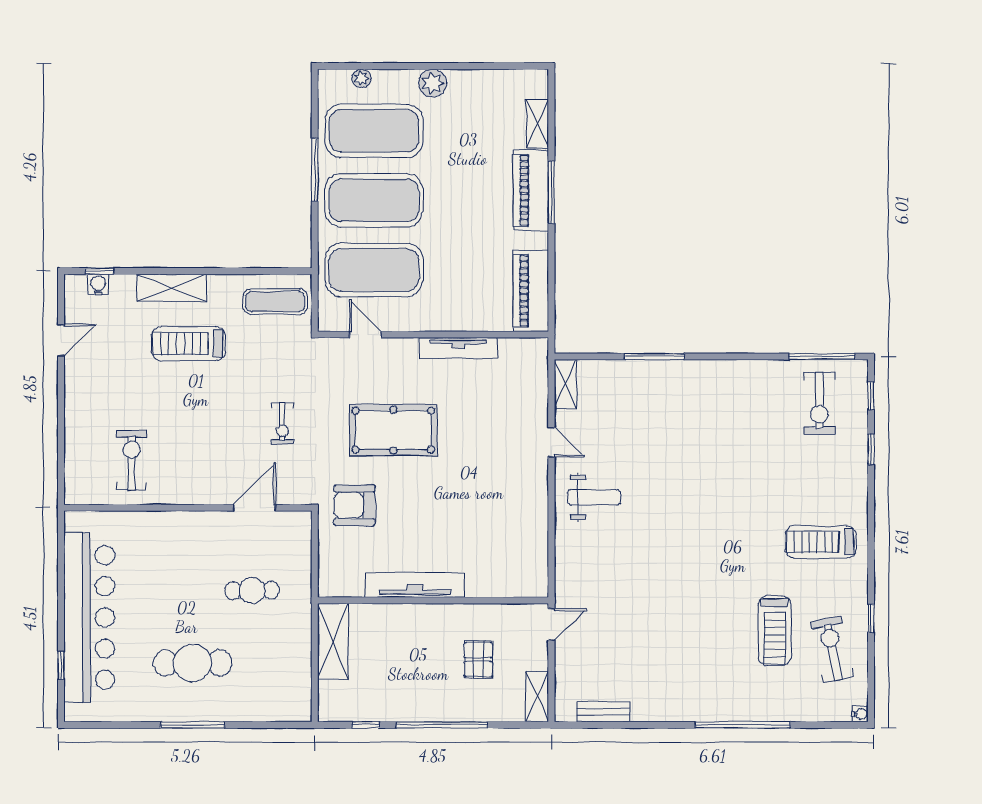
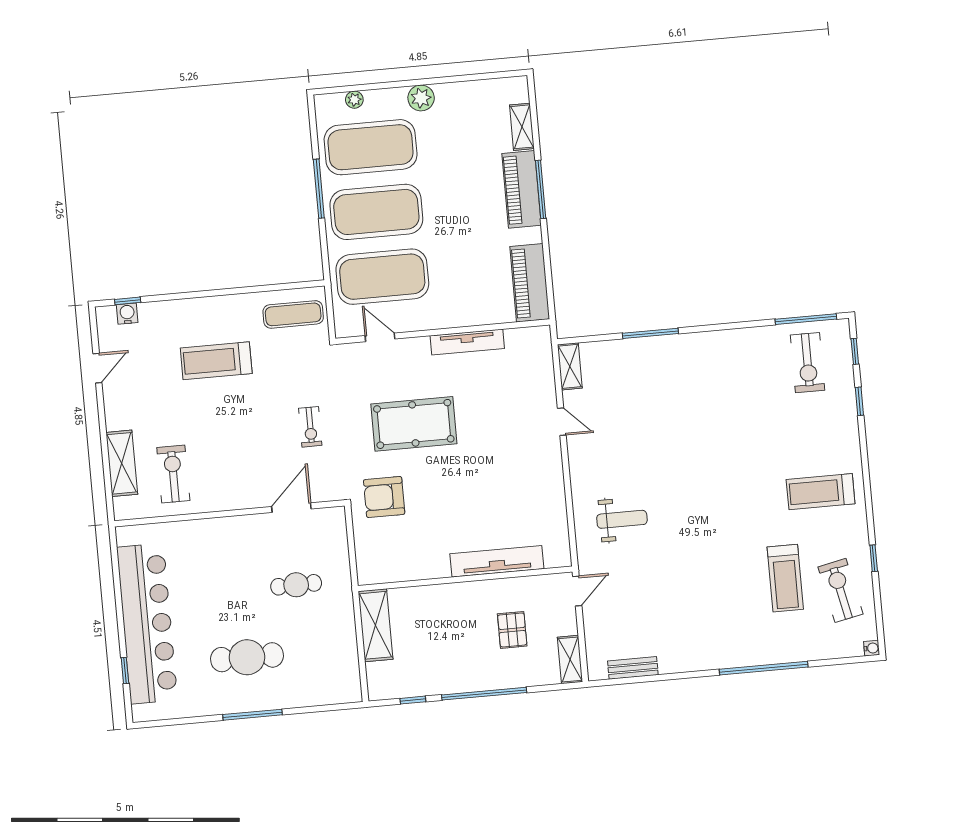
shelving: (171, 288) -> (122, 463), moved, turned 90
weight bench: (594, 497) -> (622, 519), moved
tv unit: (415, 585) -> (497, 561), moved

